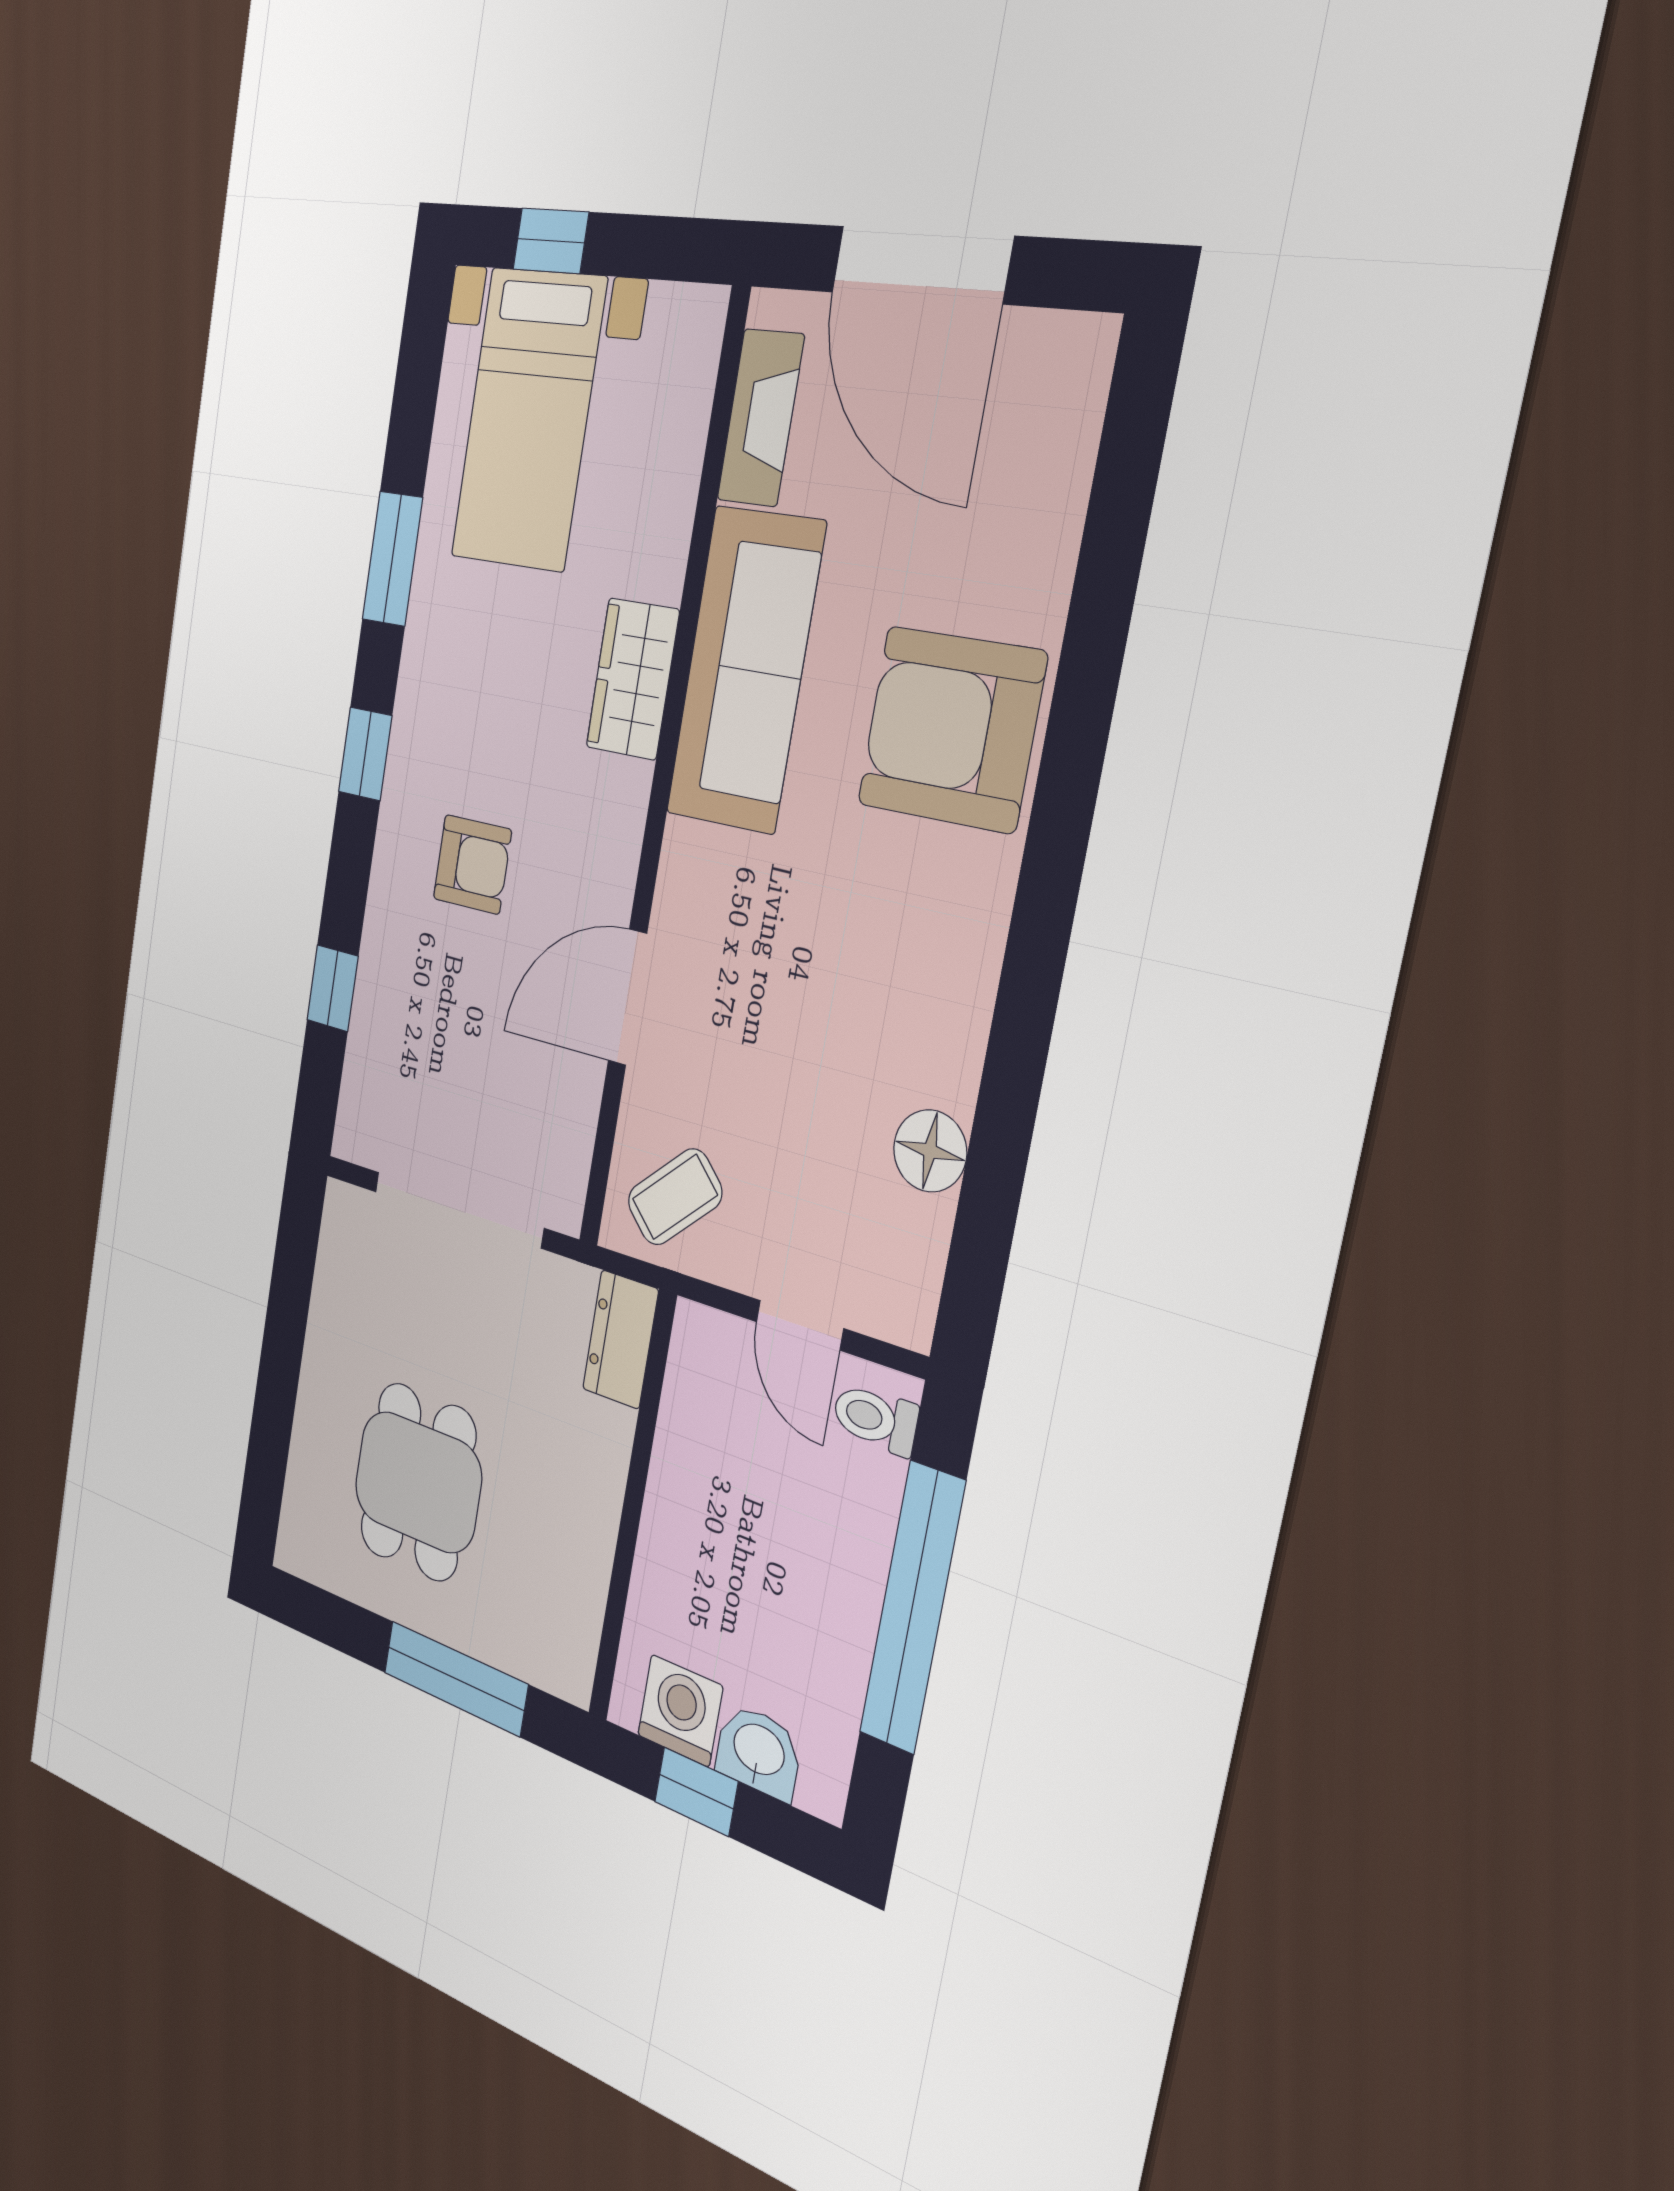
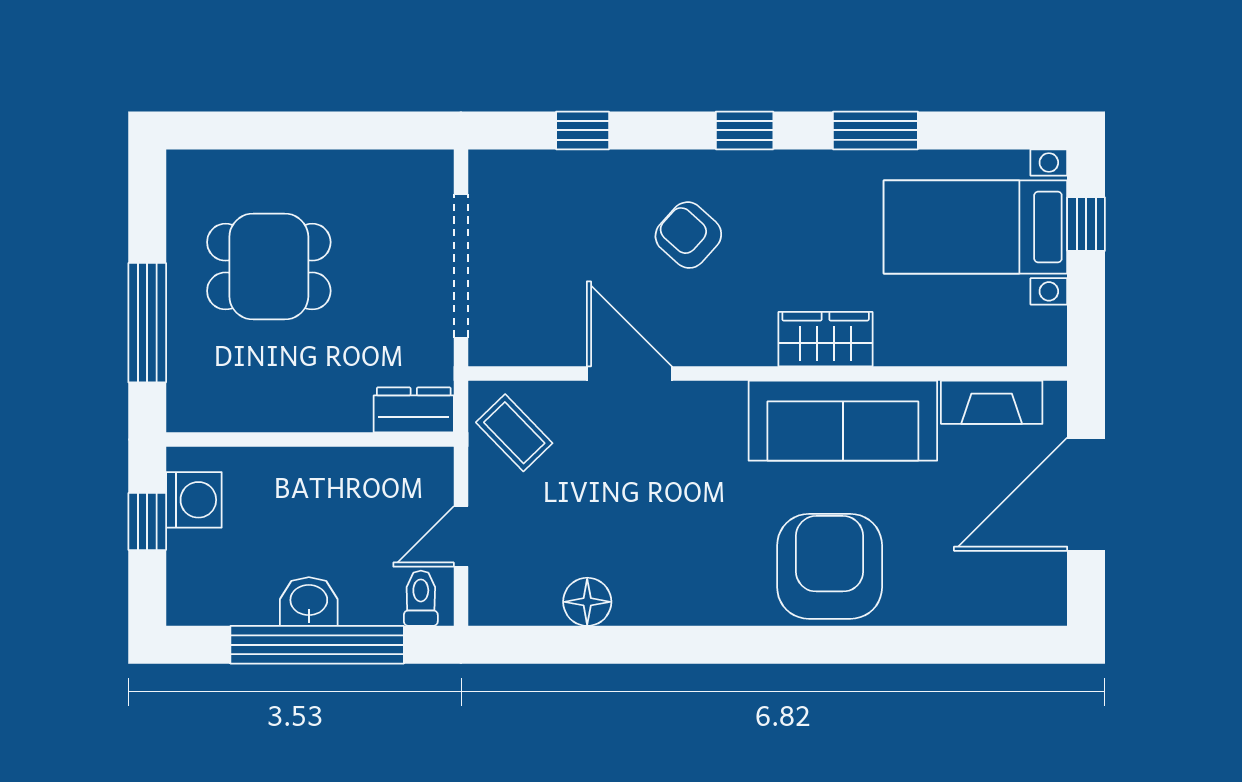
armchair: (472, 864) -> (688, 235), turned 132
washbasin: (759, 1752) -> (309, 601), moved, turned -90

